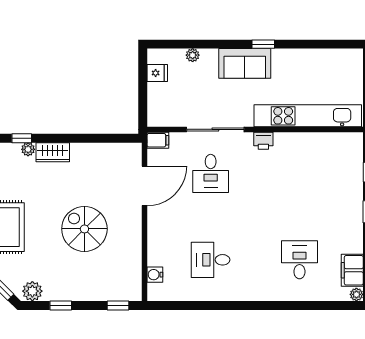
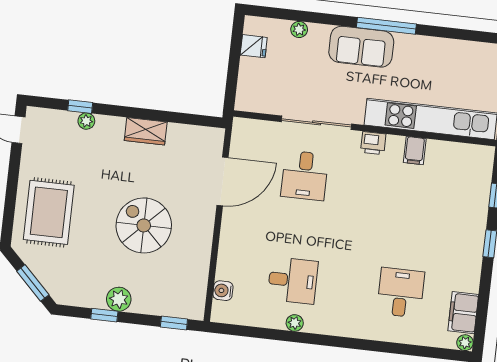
window: (263, 44) -> (386, 26), width x2.17
filing cabinet: (158, 140) -> (415, 151), moved, turned 90
wardrobe: (53, 152) -> (146, 131), moved
desk: (211, 260) -> (293, 280), turned 180
plant: (32, 291) -> (119, 299), moved
plant: (216, 294) -> (295, 323), added

